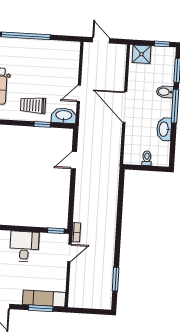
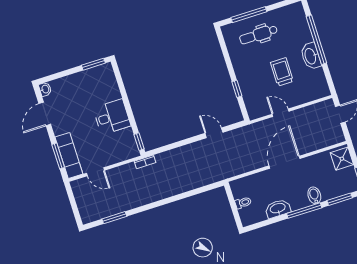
trolley: (33, 105) -> (282, 72), moved
washbasin: (64, 116) -> (311, 56), moved, turned 180
door: (69, 253) -> (96, 172), moved

